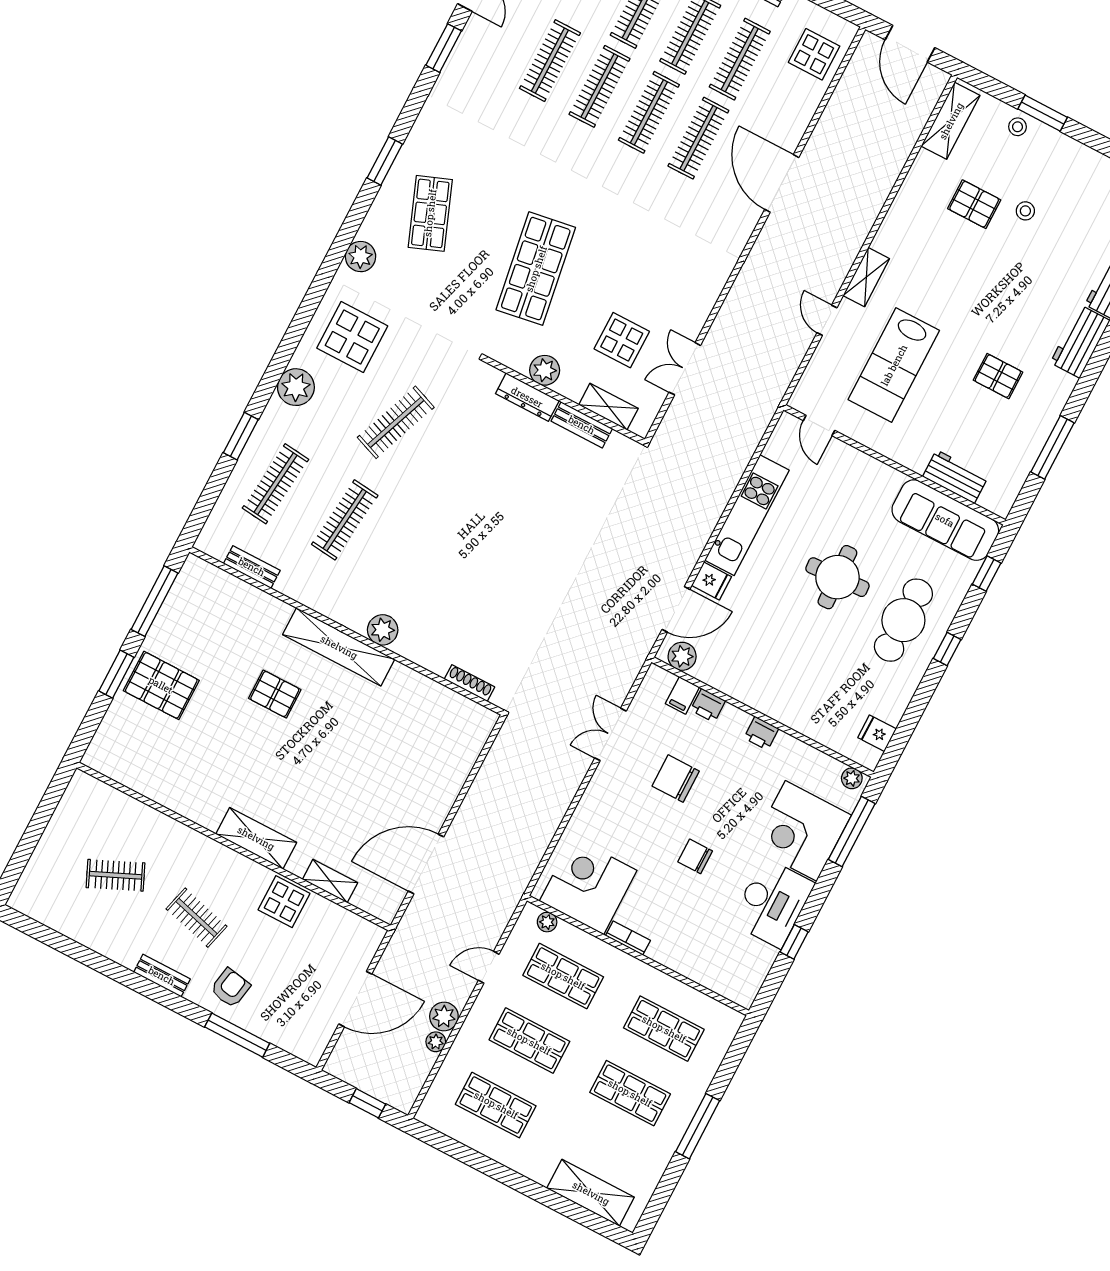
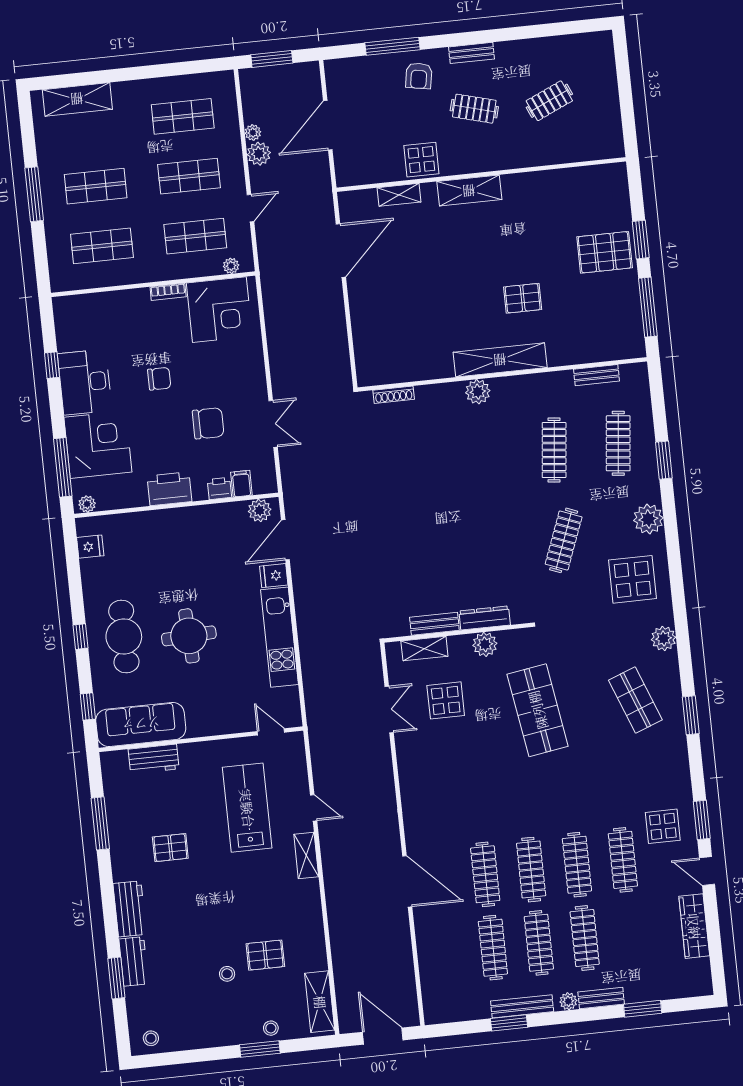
display table: (814, 54) -> (663, 826), moved
printer: (761, 733) -> (169, 489), width x1.87, depth x1.48
window: (367, 1103) -> (272, 59), width x1.50

